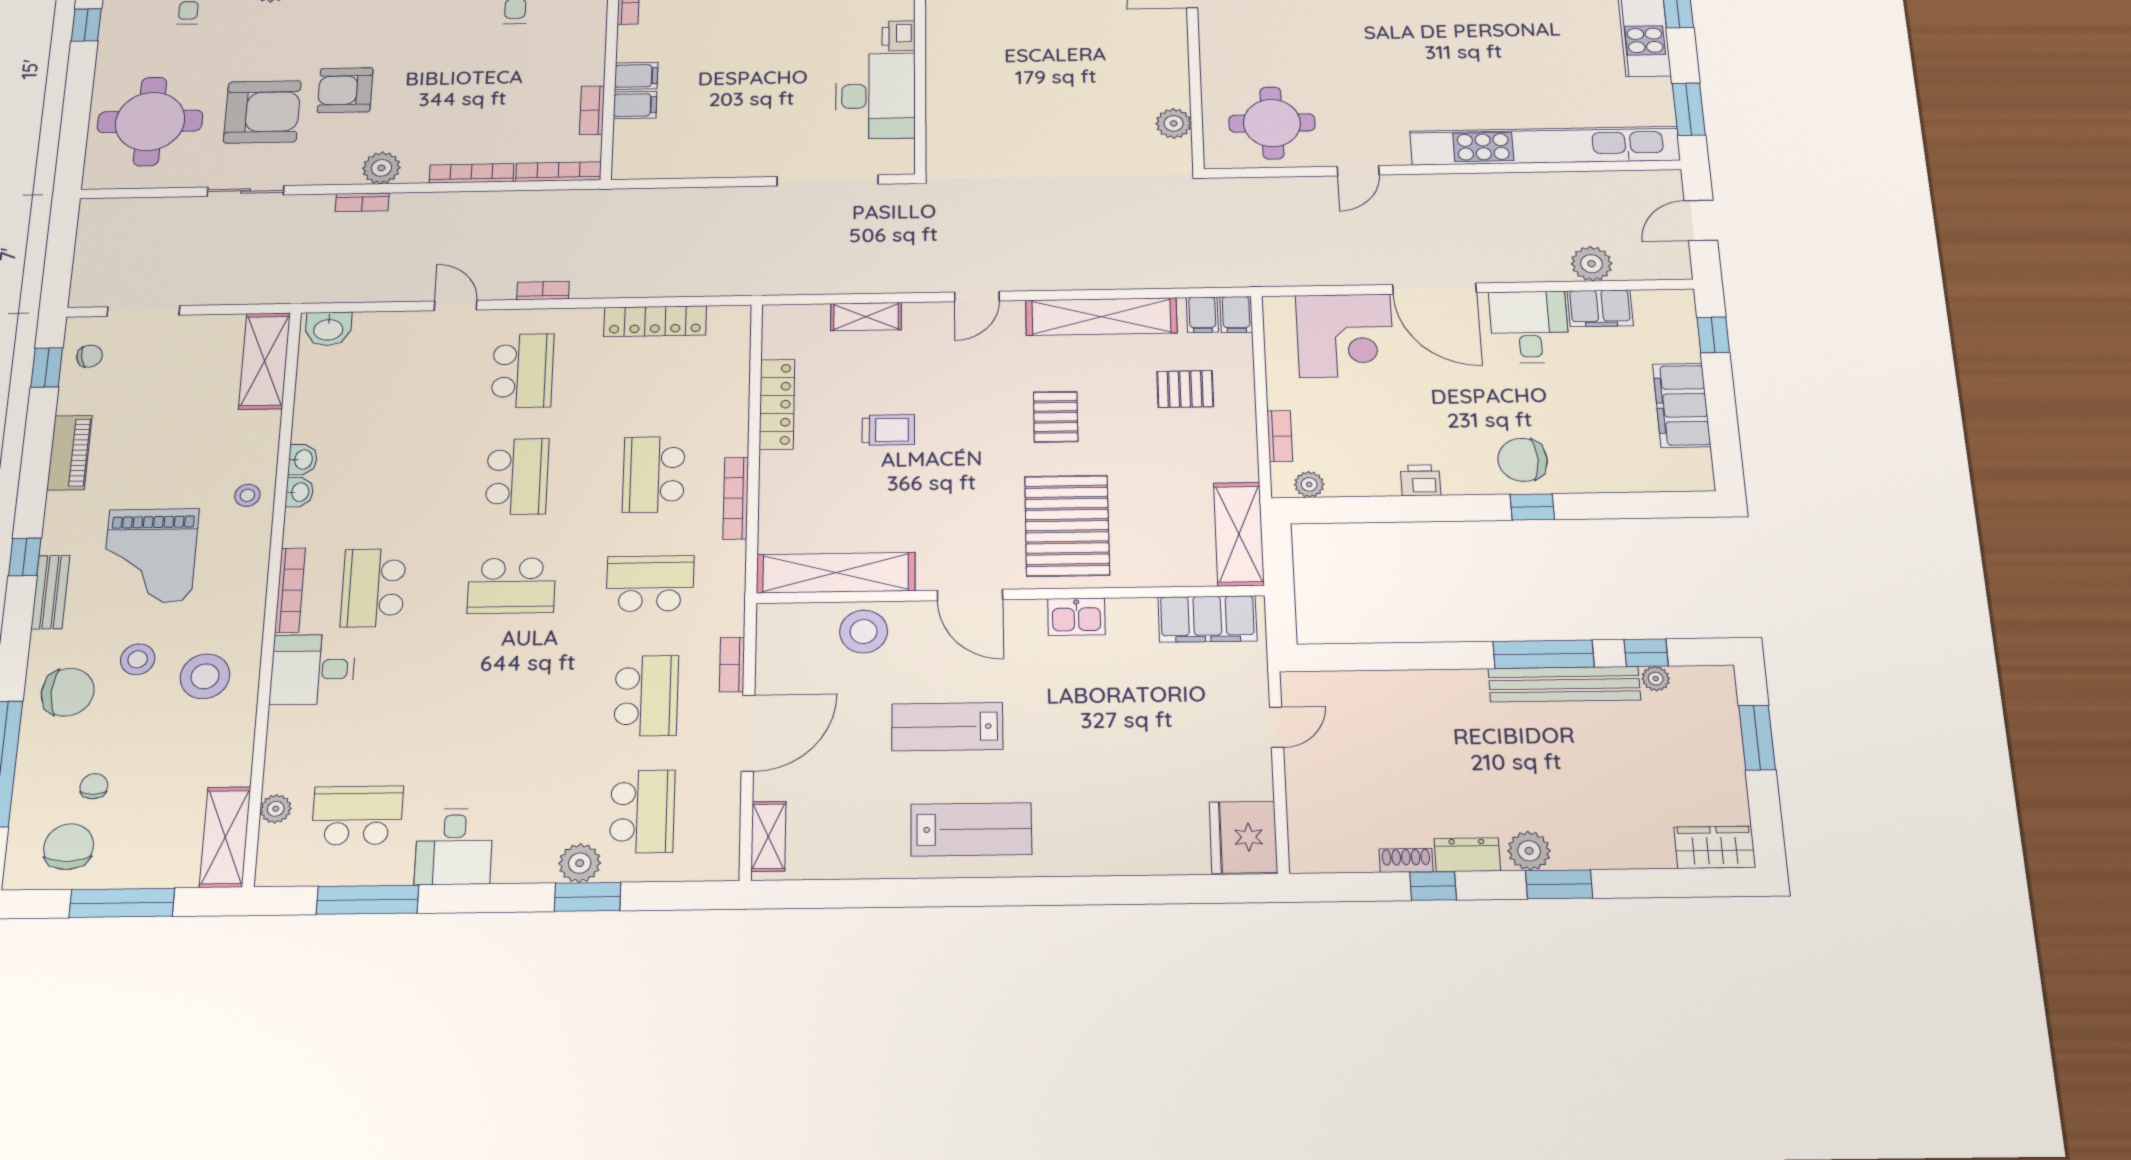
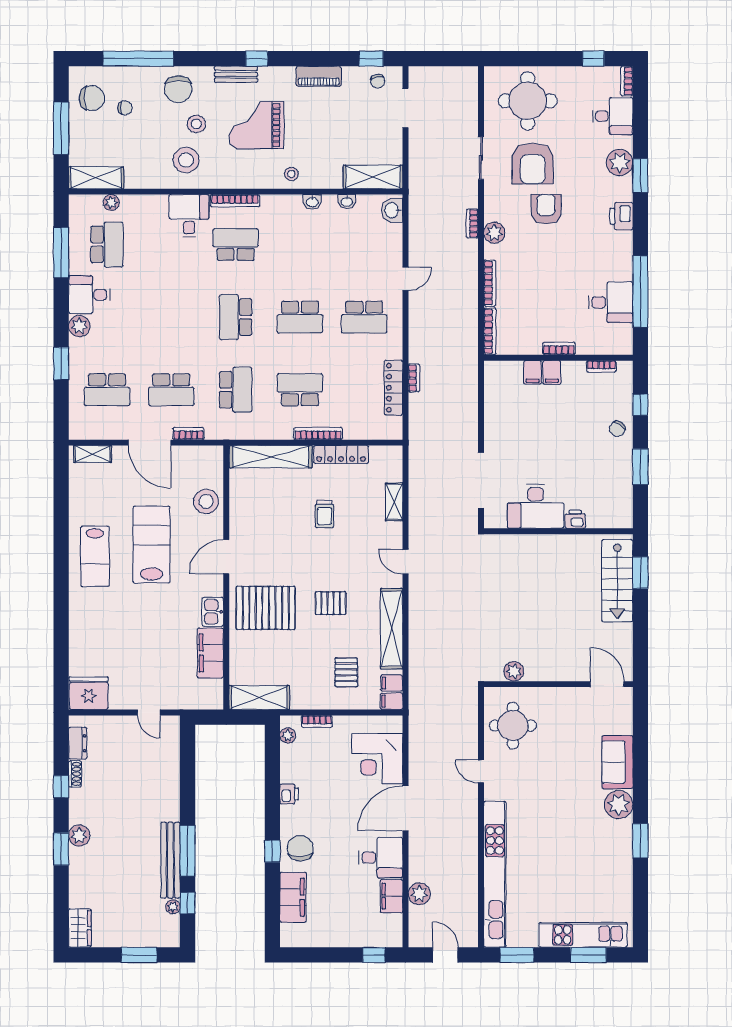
bookcase: (592, 110) -> (559, 348), moved
bookcase: (543, 291) -> (414, 378), moved
filing cabinet: (1682, 405) -> (293, 897), moved, turned 90
washbasin: (299, 492) -> (347, 202), moved
bookcase: (736, 498) -> (318, 434), moved
shelving: (836, 573) -> (271, 457), moved, turned 90
filing cabinet: (1207, 619) -> (210, 653), moved
lab bench: (947, 727) -> (152, 545), width x1.36, depth x1.39
dresser: (1467, 855) -> (78, 743), moved
plant: (580, 863) -> (79, 326), moved

